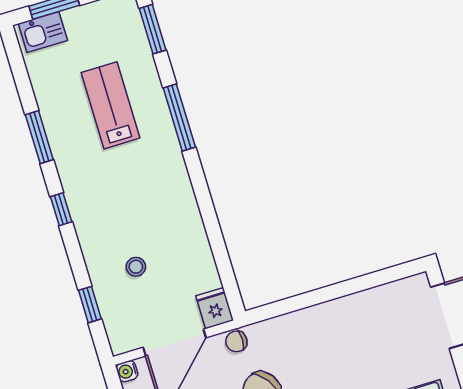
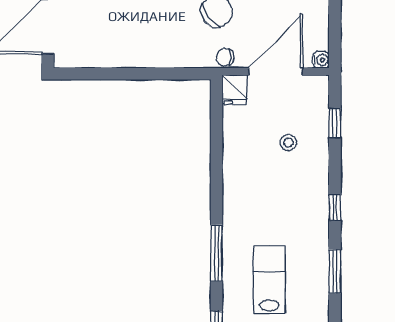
lab bench: (110, 105) -> (269, 280), turned 180
chair: (236, 341) -> (225, 57), turned 180

